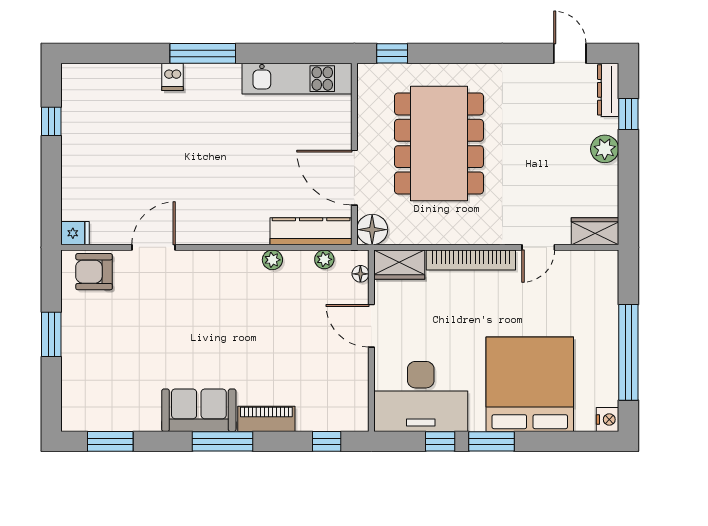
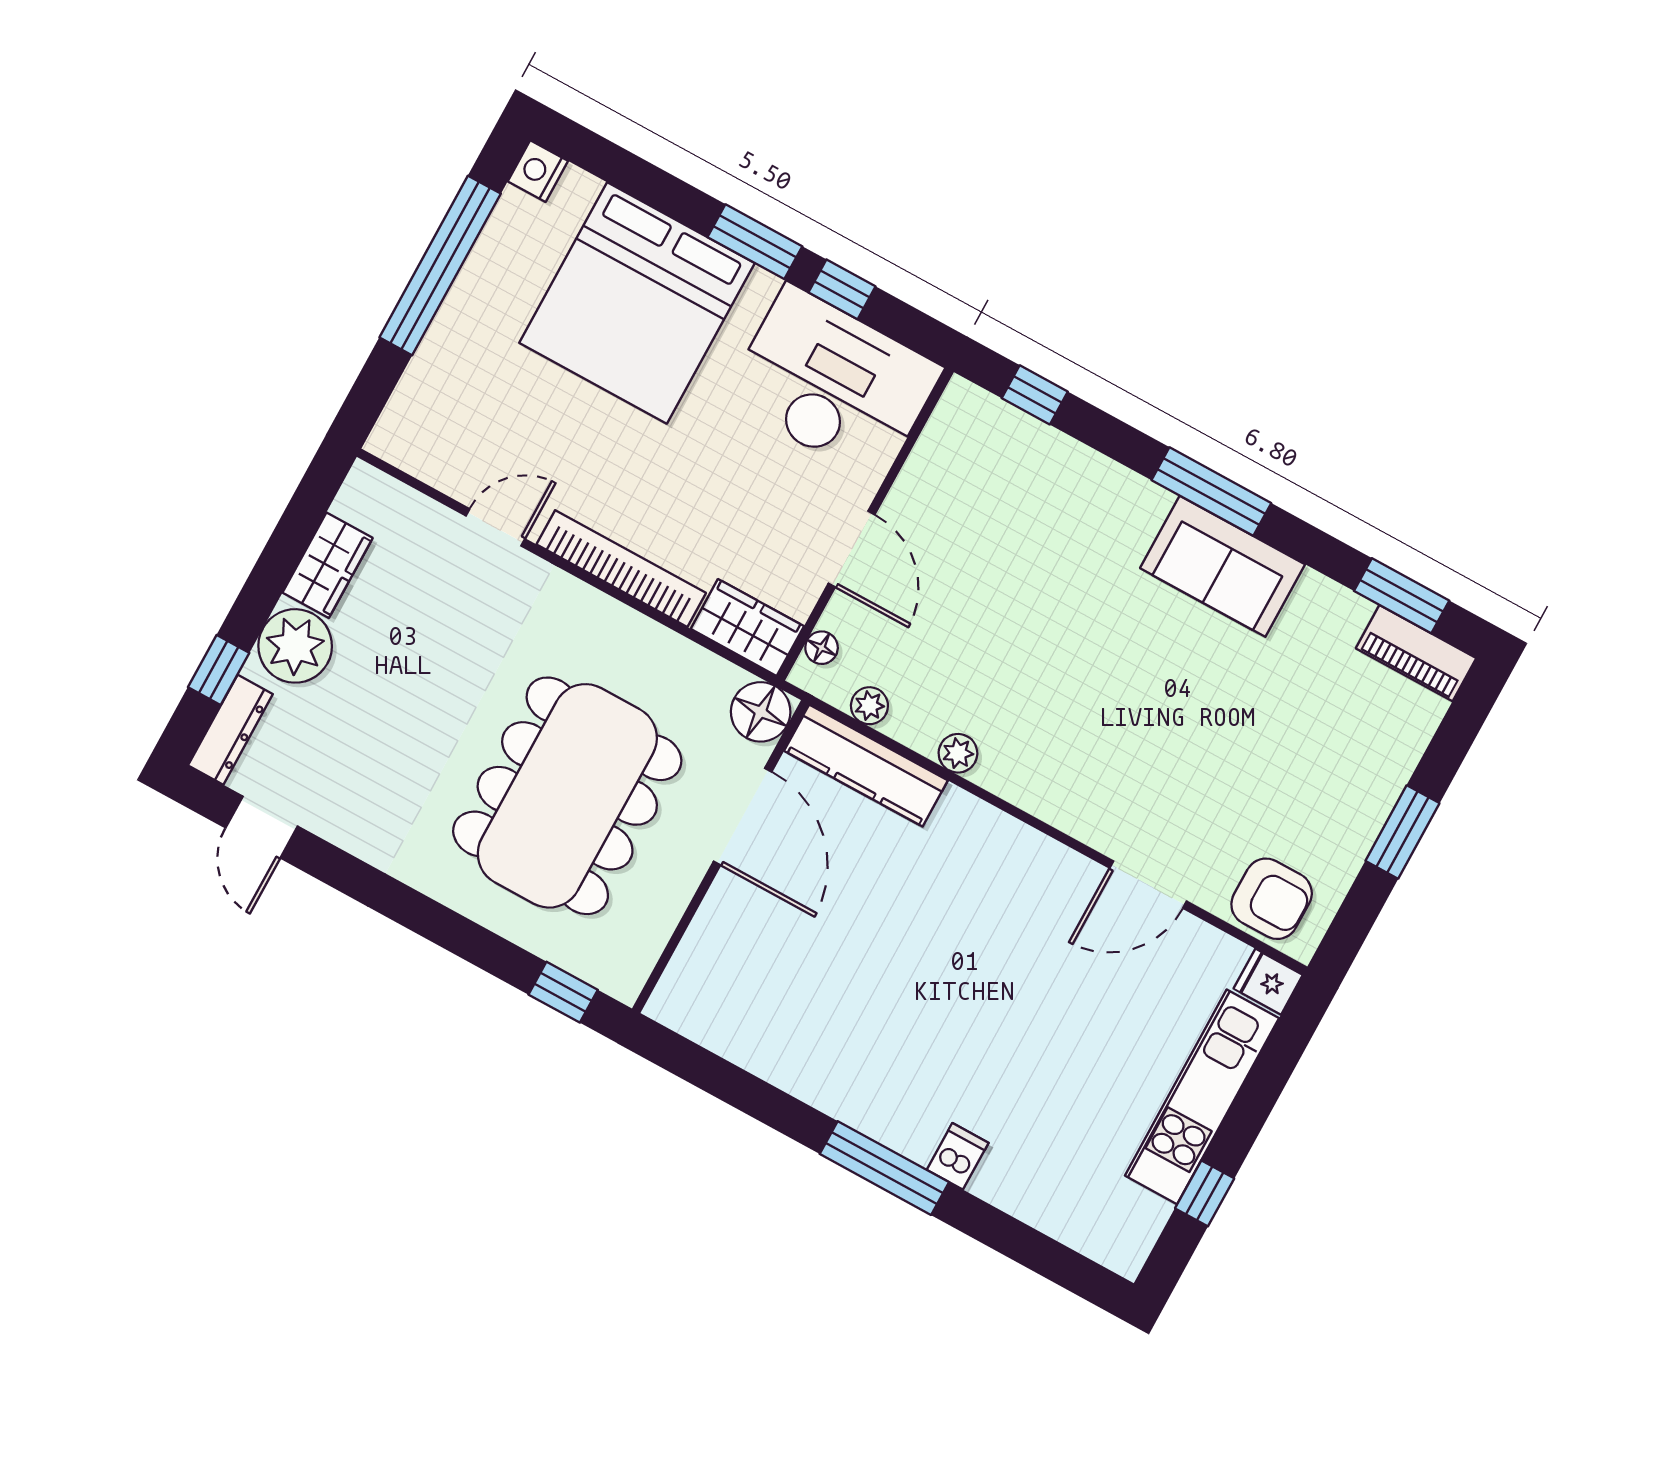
kitchen unit: (297, 79) -> (1202, 1097), moved, turned -90
plant: (605, 149) -> (295, 646), width x1.36, depth x1.36
wardrobe: (595, 231) -> (328, 565), moved, turned -90
piano: (266, 419) -> (1416, 653), moved

